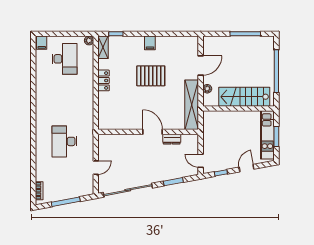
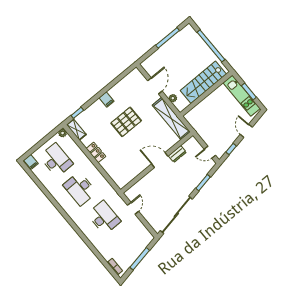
desk: (65, 100) -> (80, 189), added
desk: (65, 141) -> (104, 218), turned 180
door: (96, 168) -> (133, 208), moved

